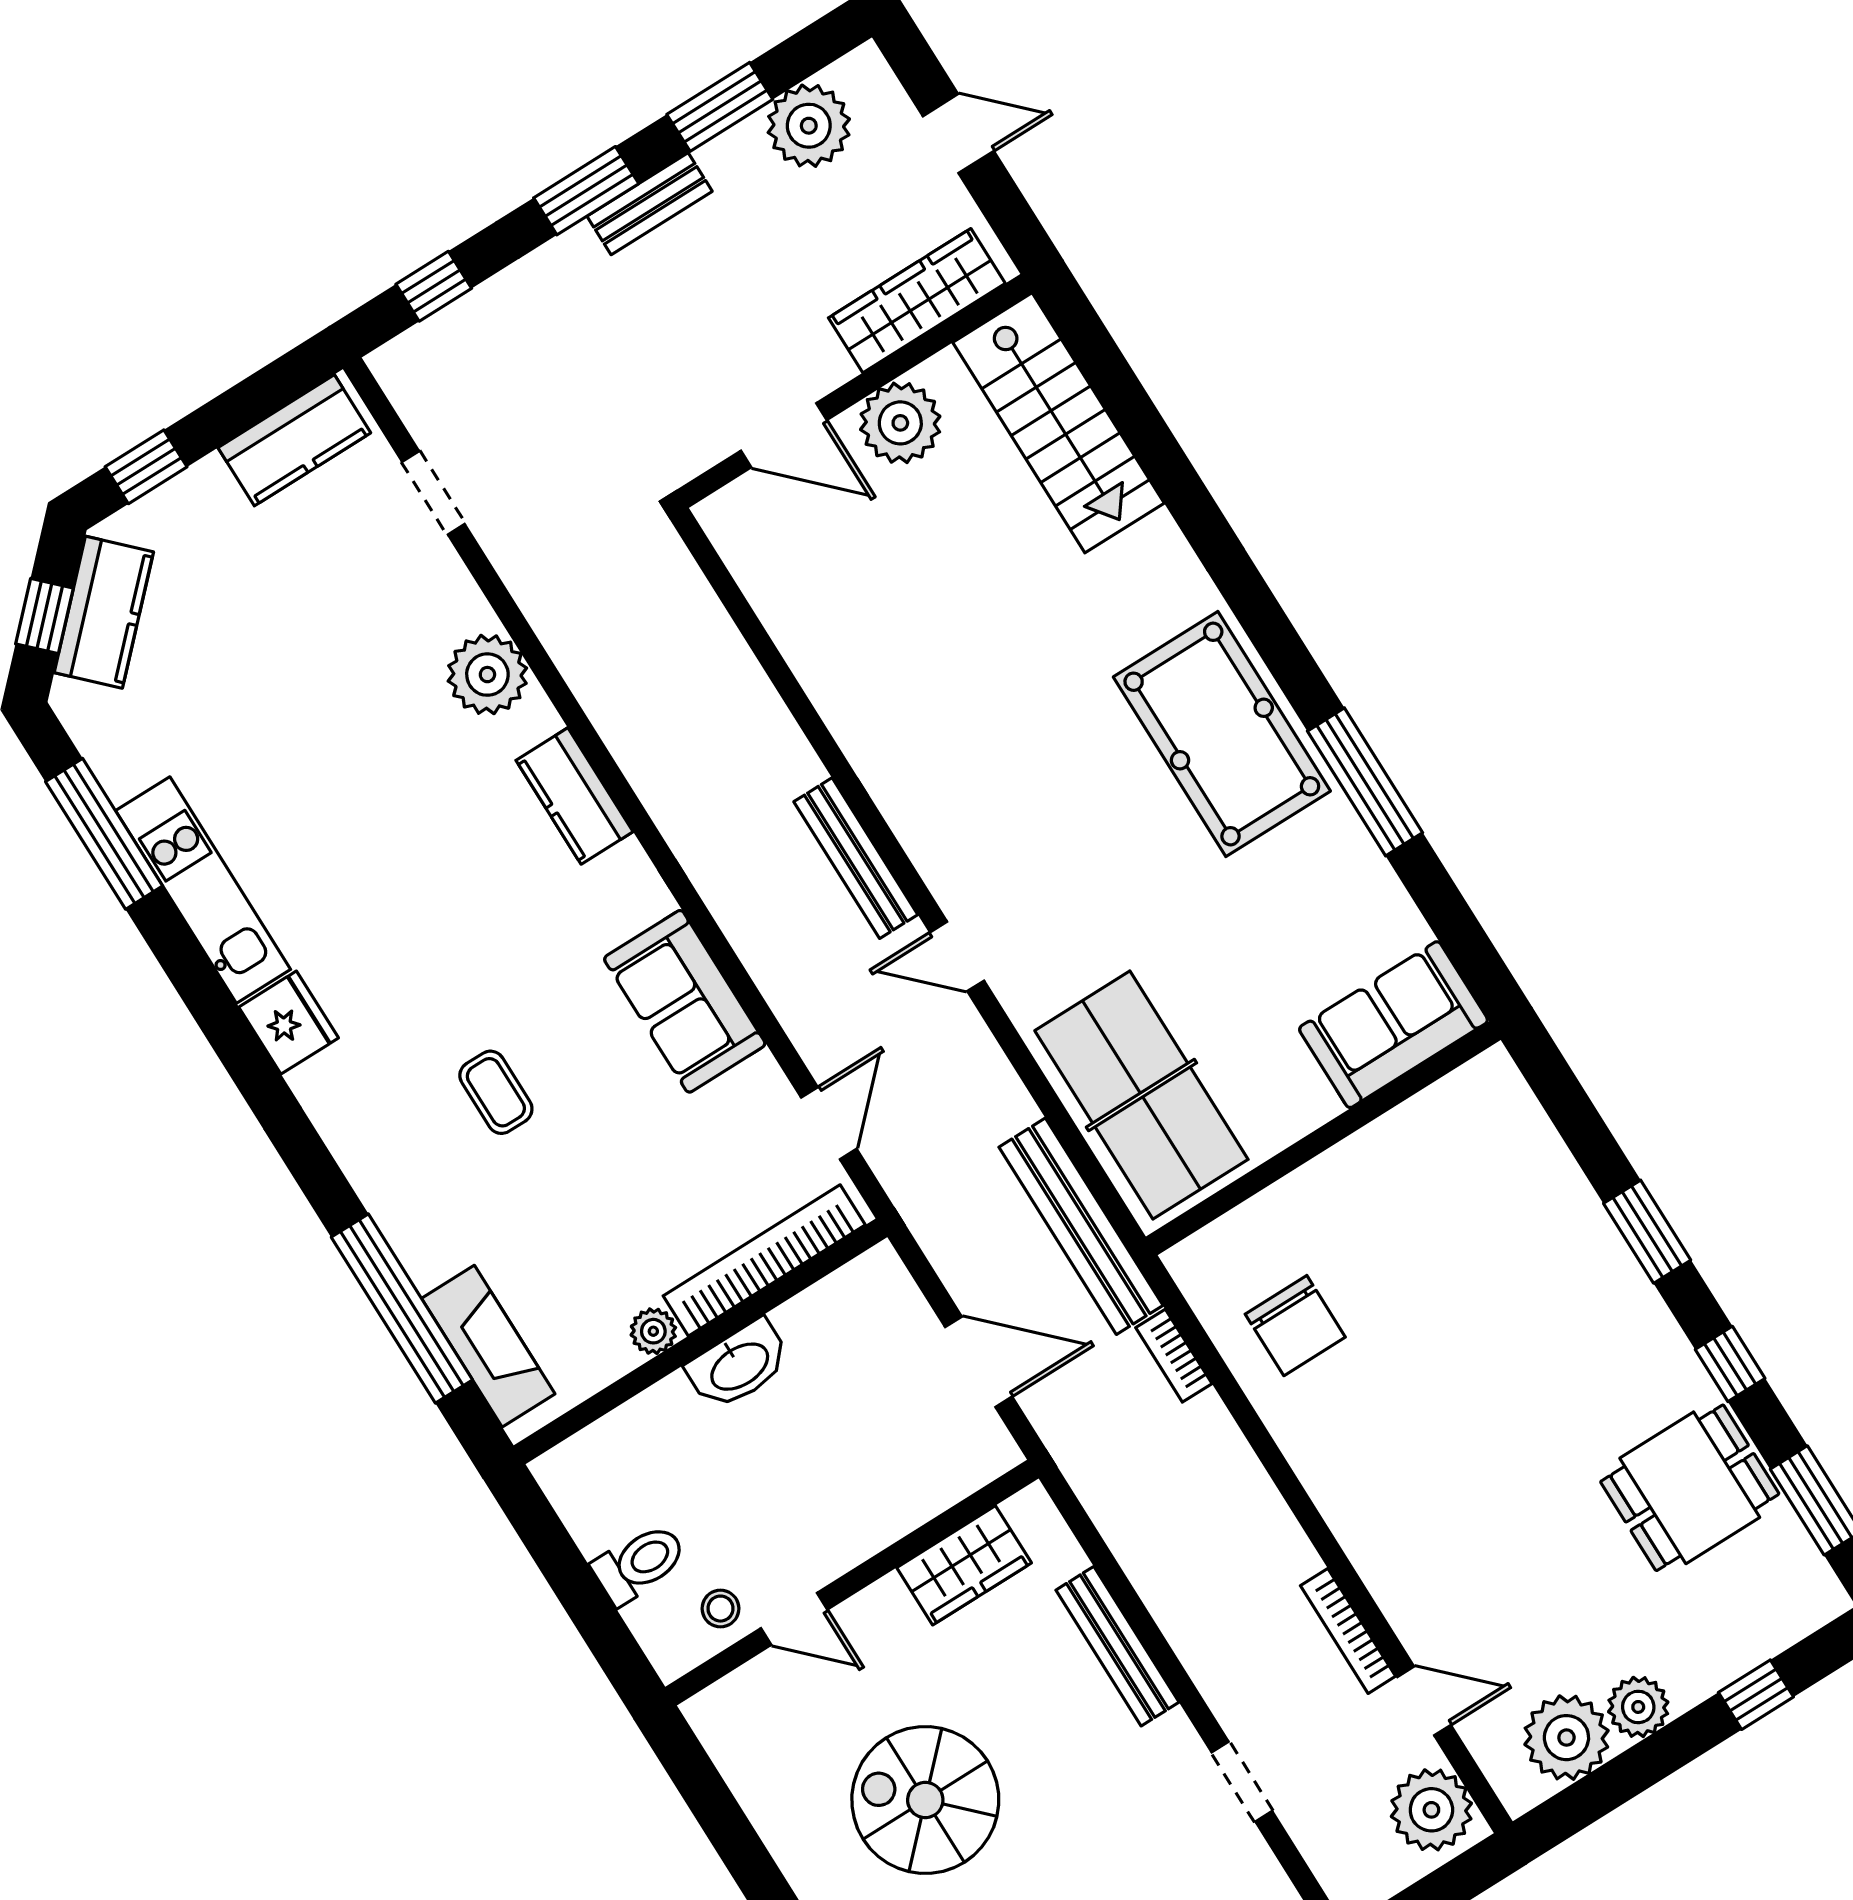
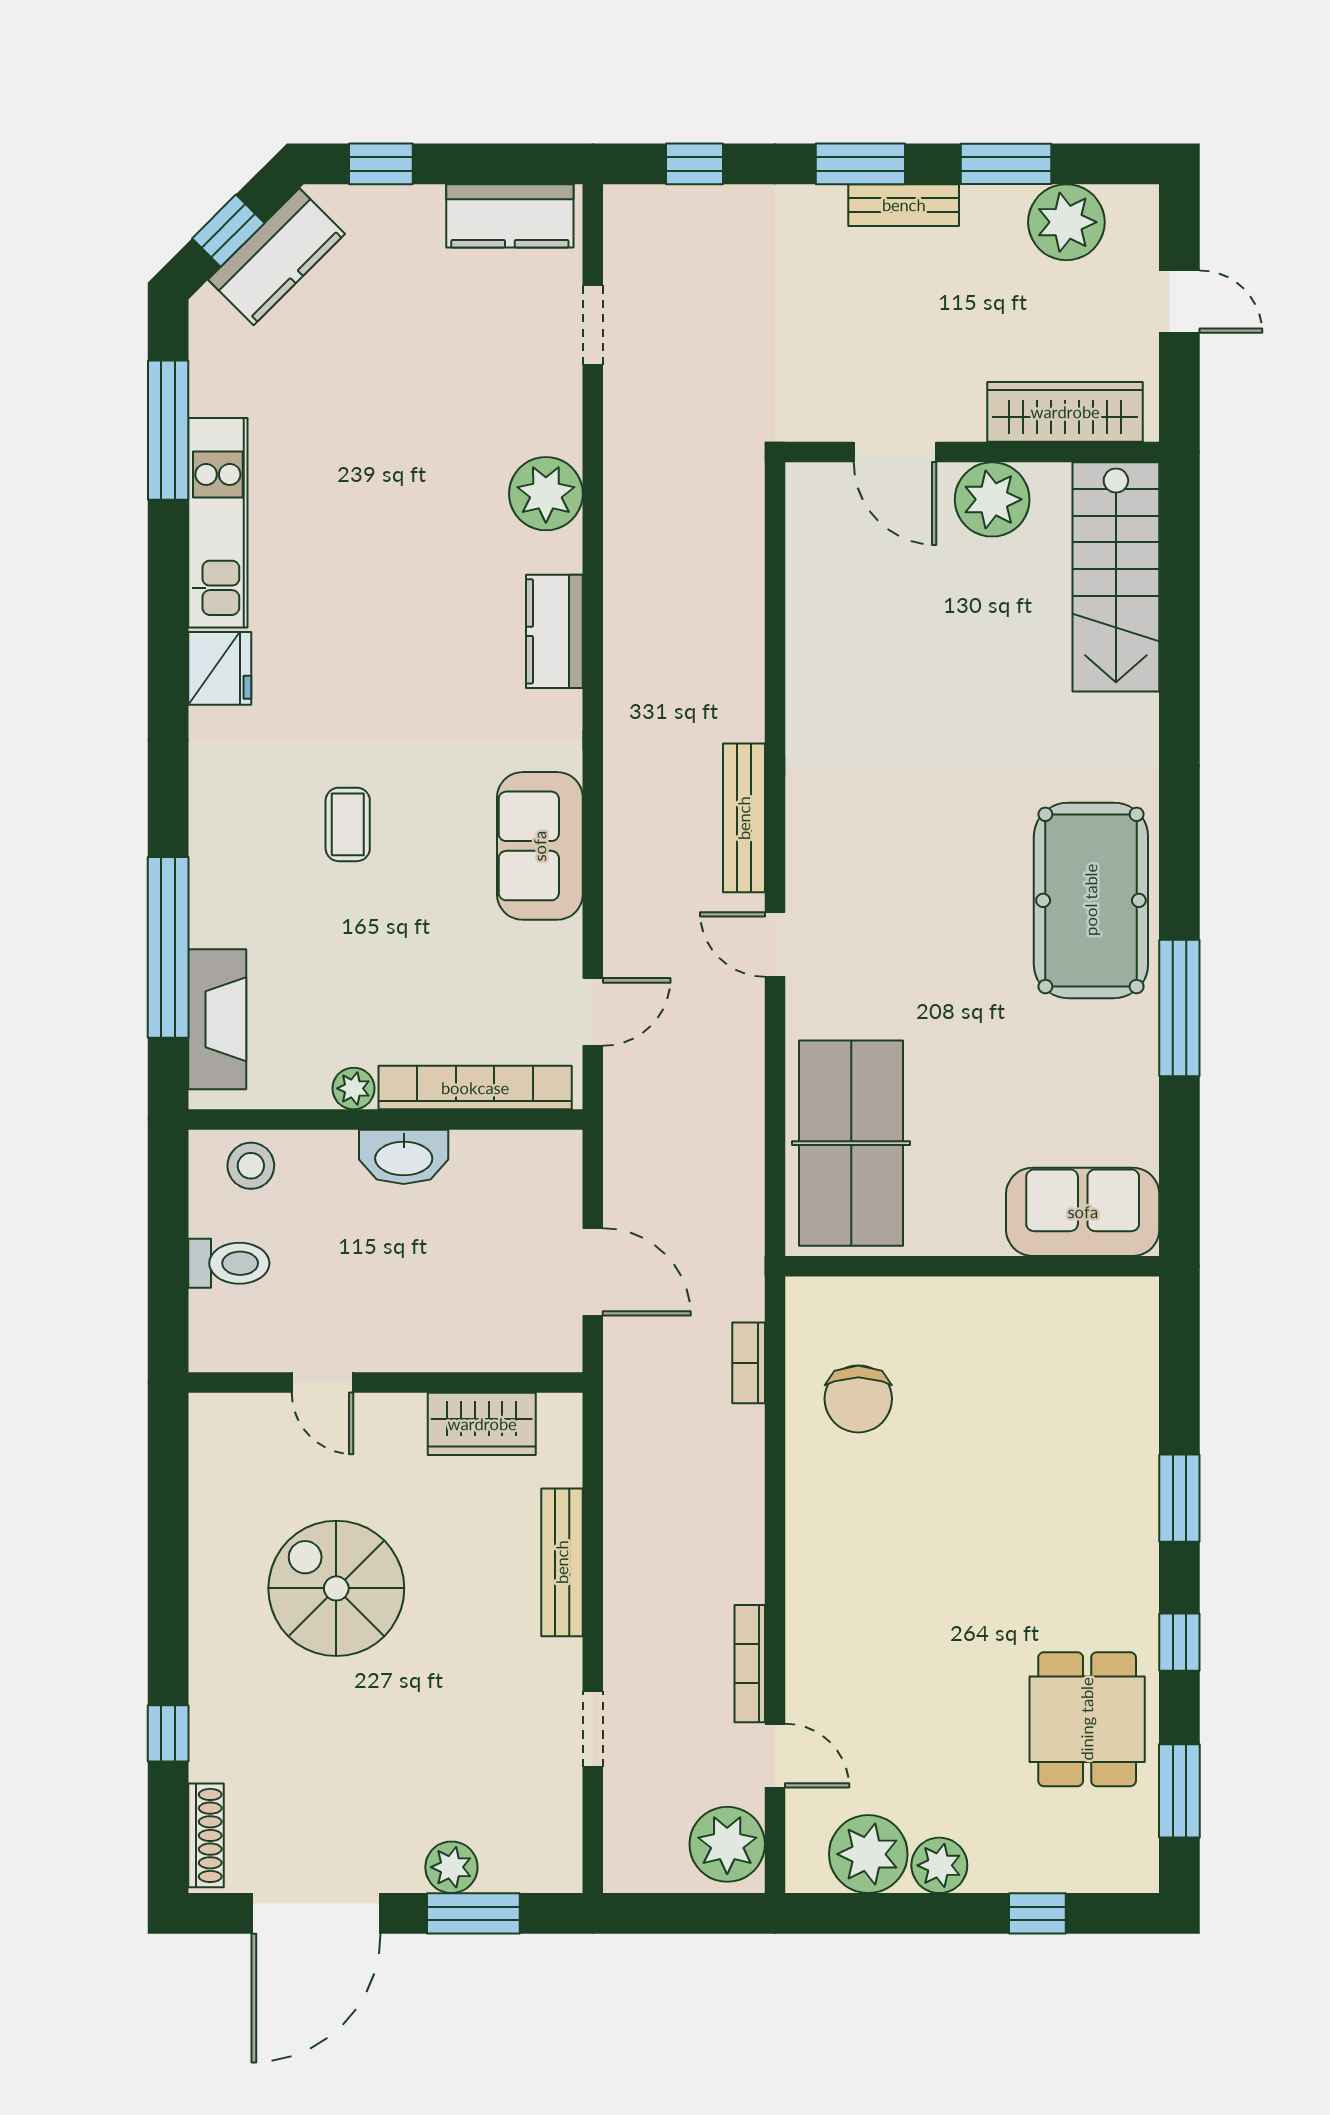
bench: (1081, 1226) -> (739, 1216), removed
dining table: (1690, 1488) -> (1087, 1719), turned 90
stool: (720, 1609) -> (251, 1166), moved, width x1.37, depth x1.37

